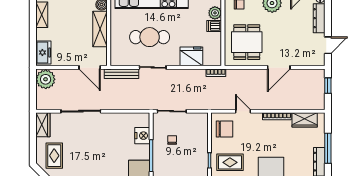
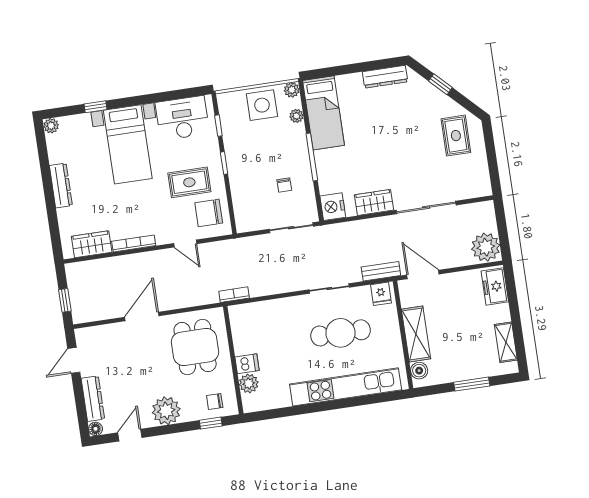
fridge: (191, 56) -> (381, 294), moved, width x0.53, depth x0.75
bench: (121, 74) -> (381, 271), width x0.73
wardrobe: (43, 125) -> (374, 202), moved, turned 90
nightstand: (142, 136) -> (333, 207), moved
window: (328, 148) -> (51, 207), removed
rug: (230, 162) -> (189, 182), moved

